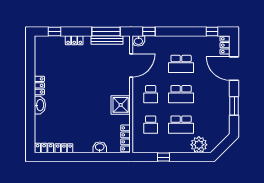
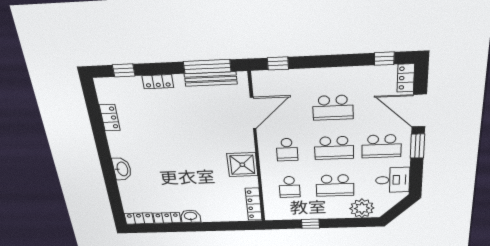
washbasin: (138, 41) -> (262, 78), removed
locker: (39, 85) -> (110, 118), moved
school desk: (211, 94) -> (382, 146), added
window: (234, 106) -> (417, 146), moved
desk: (219, 121) -> (393, 180), added
washbasin: (100, 147) -> (191, 216), moved

